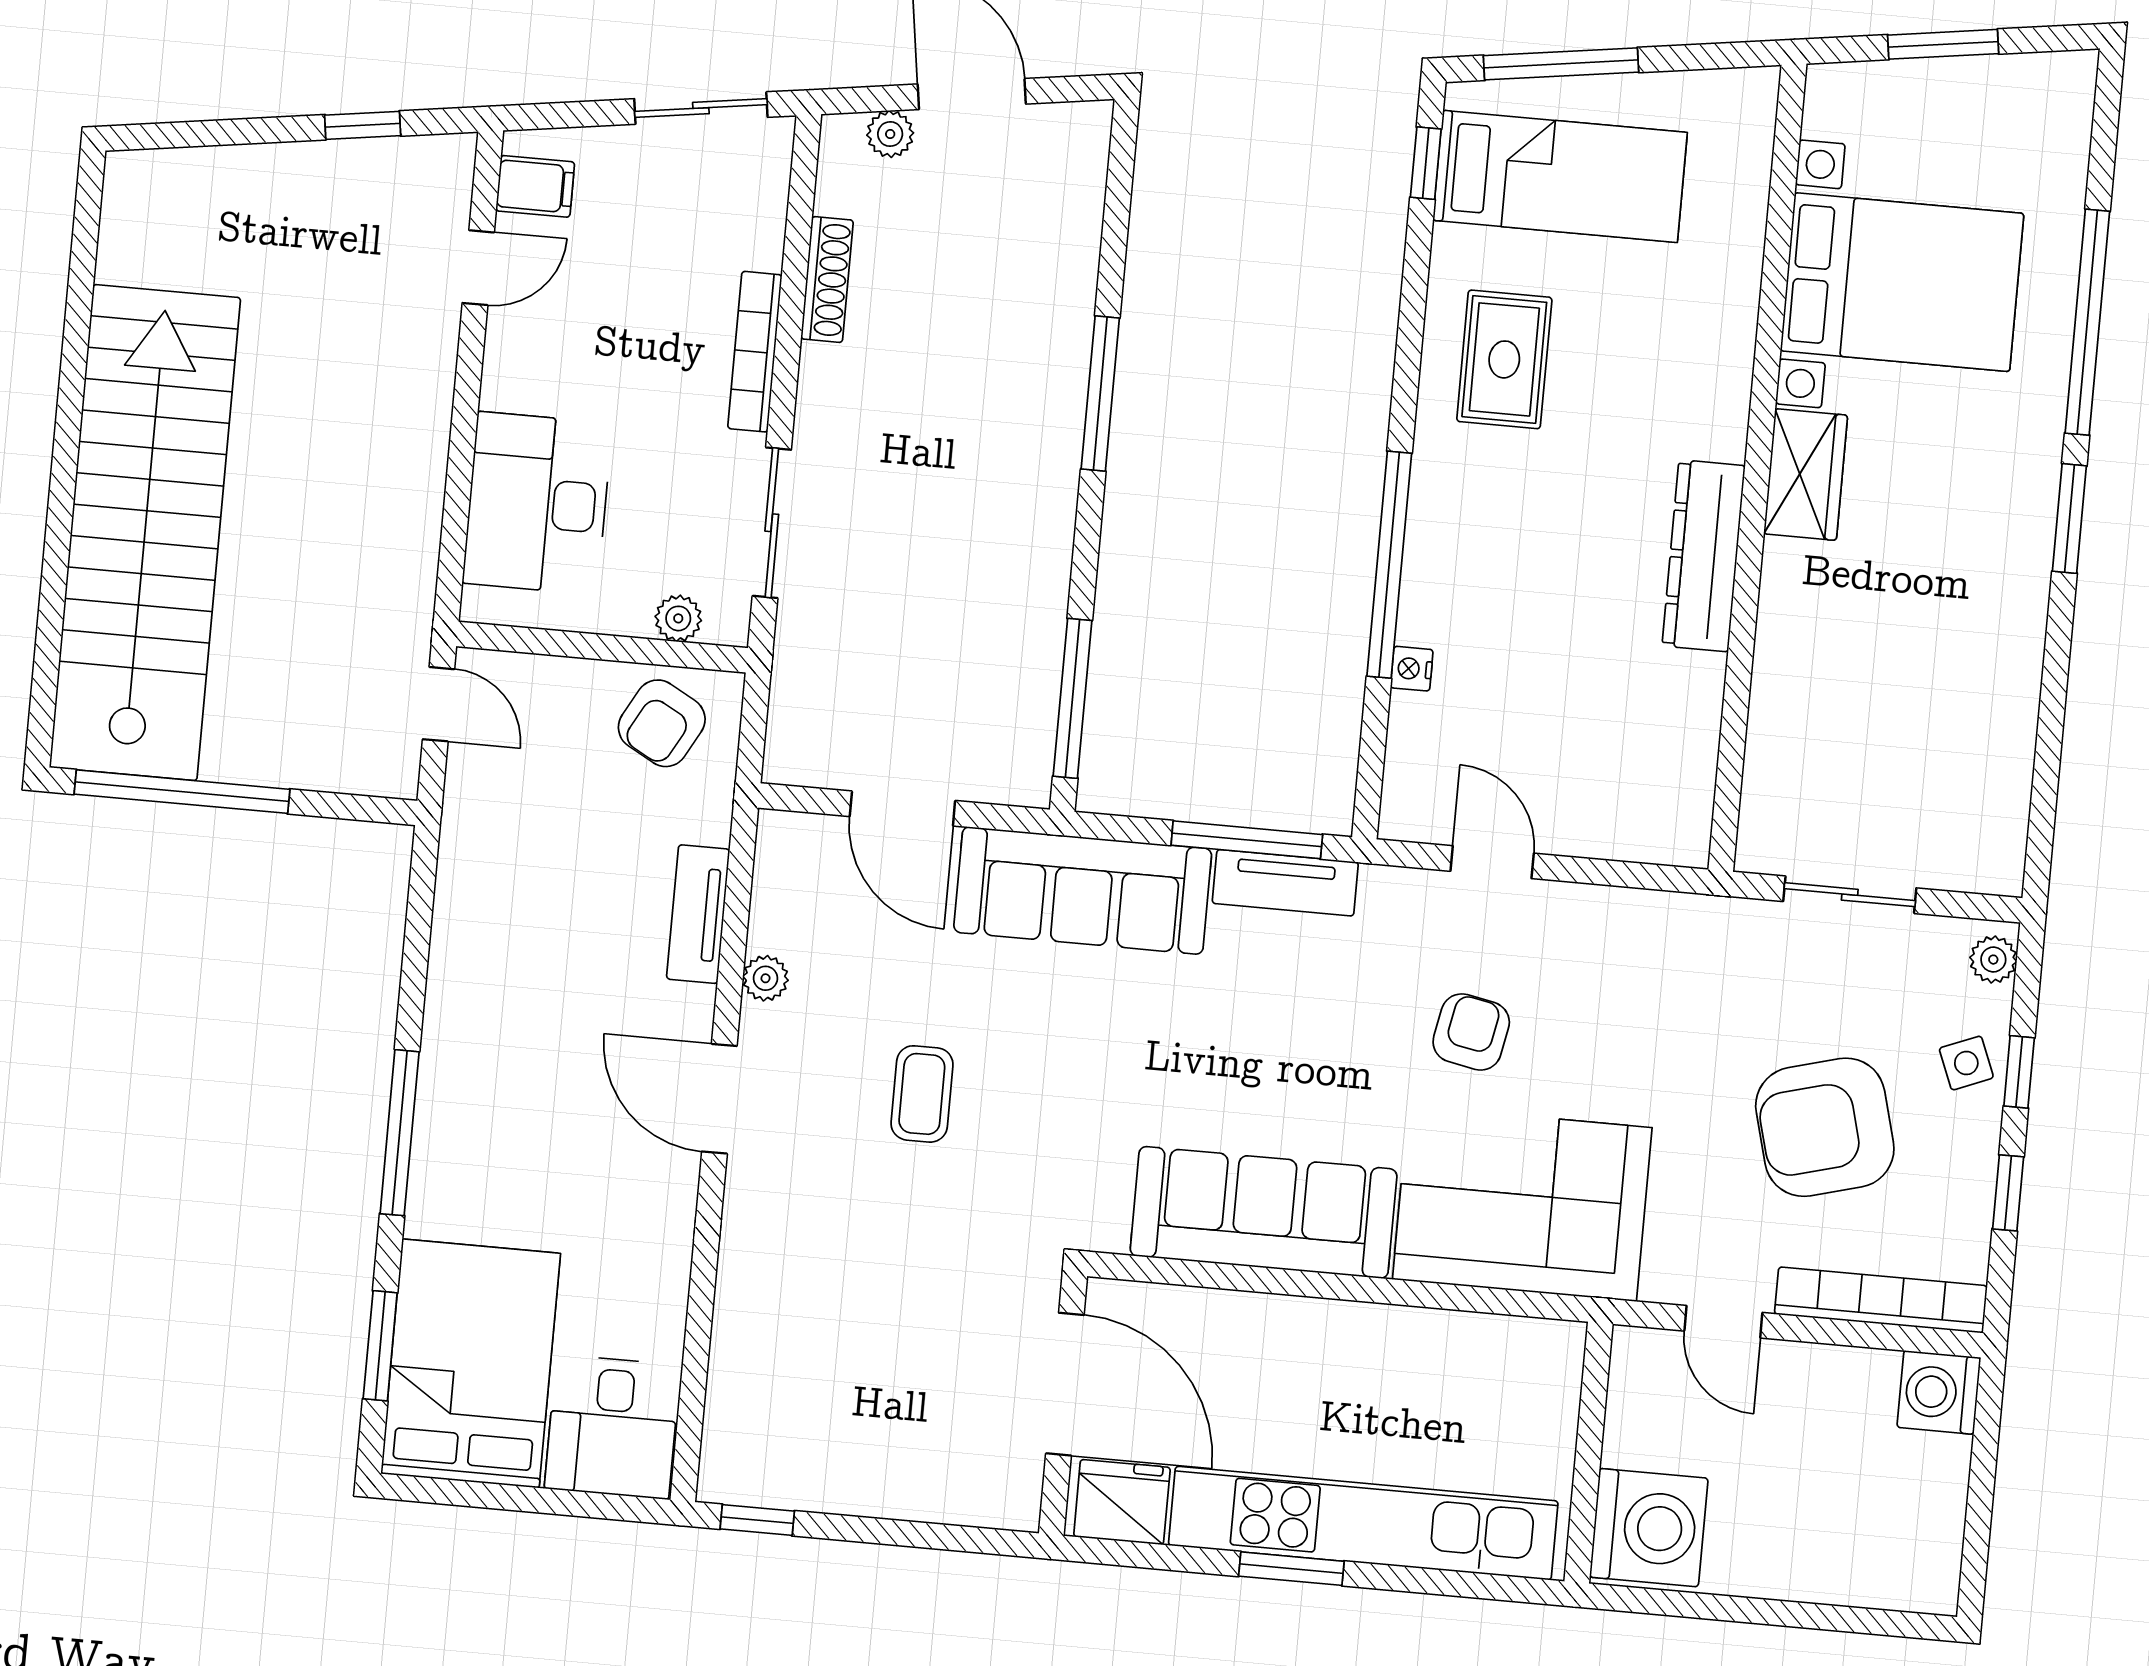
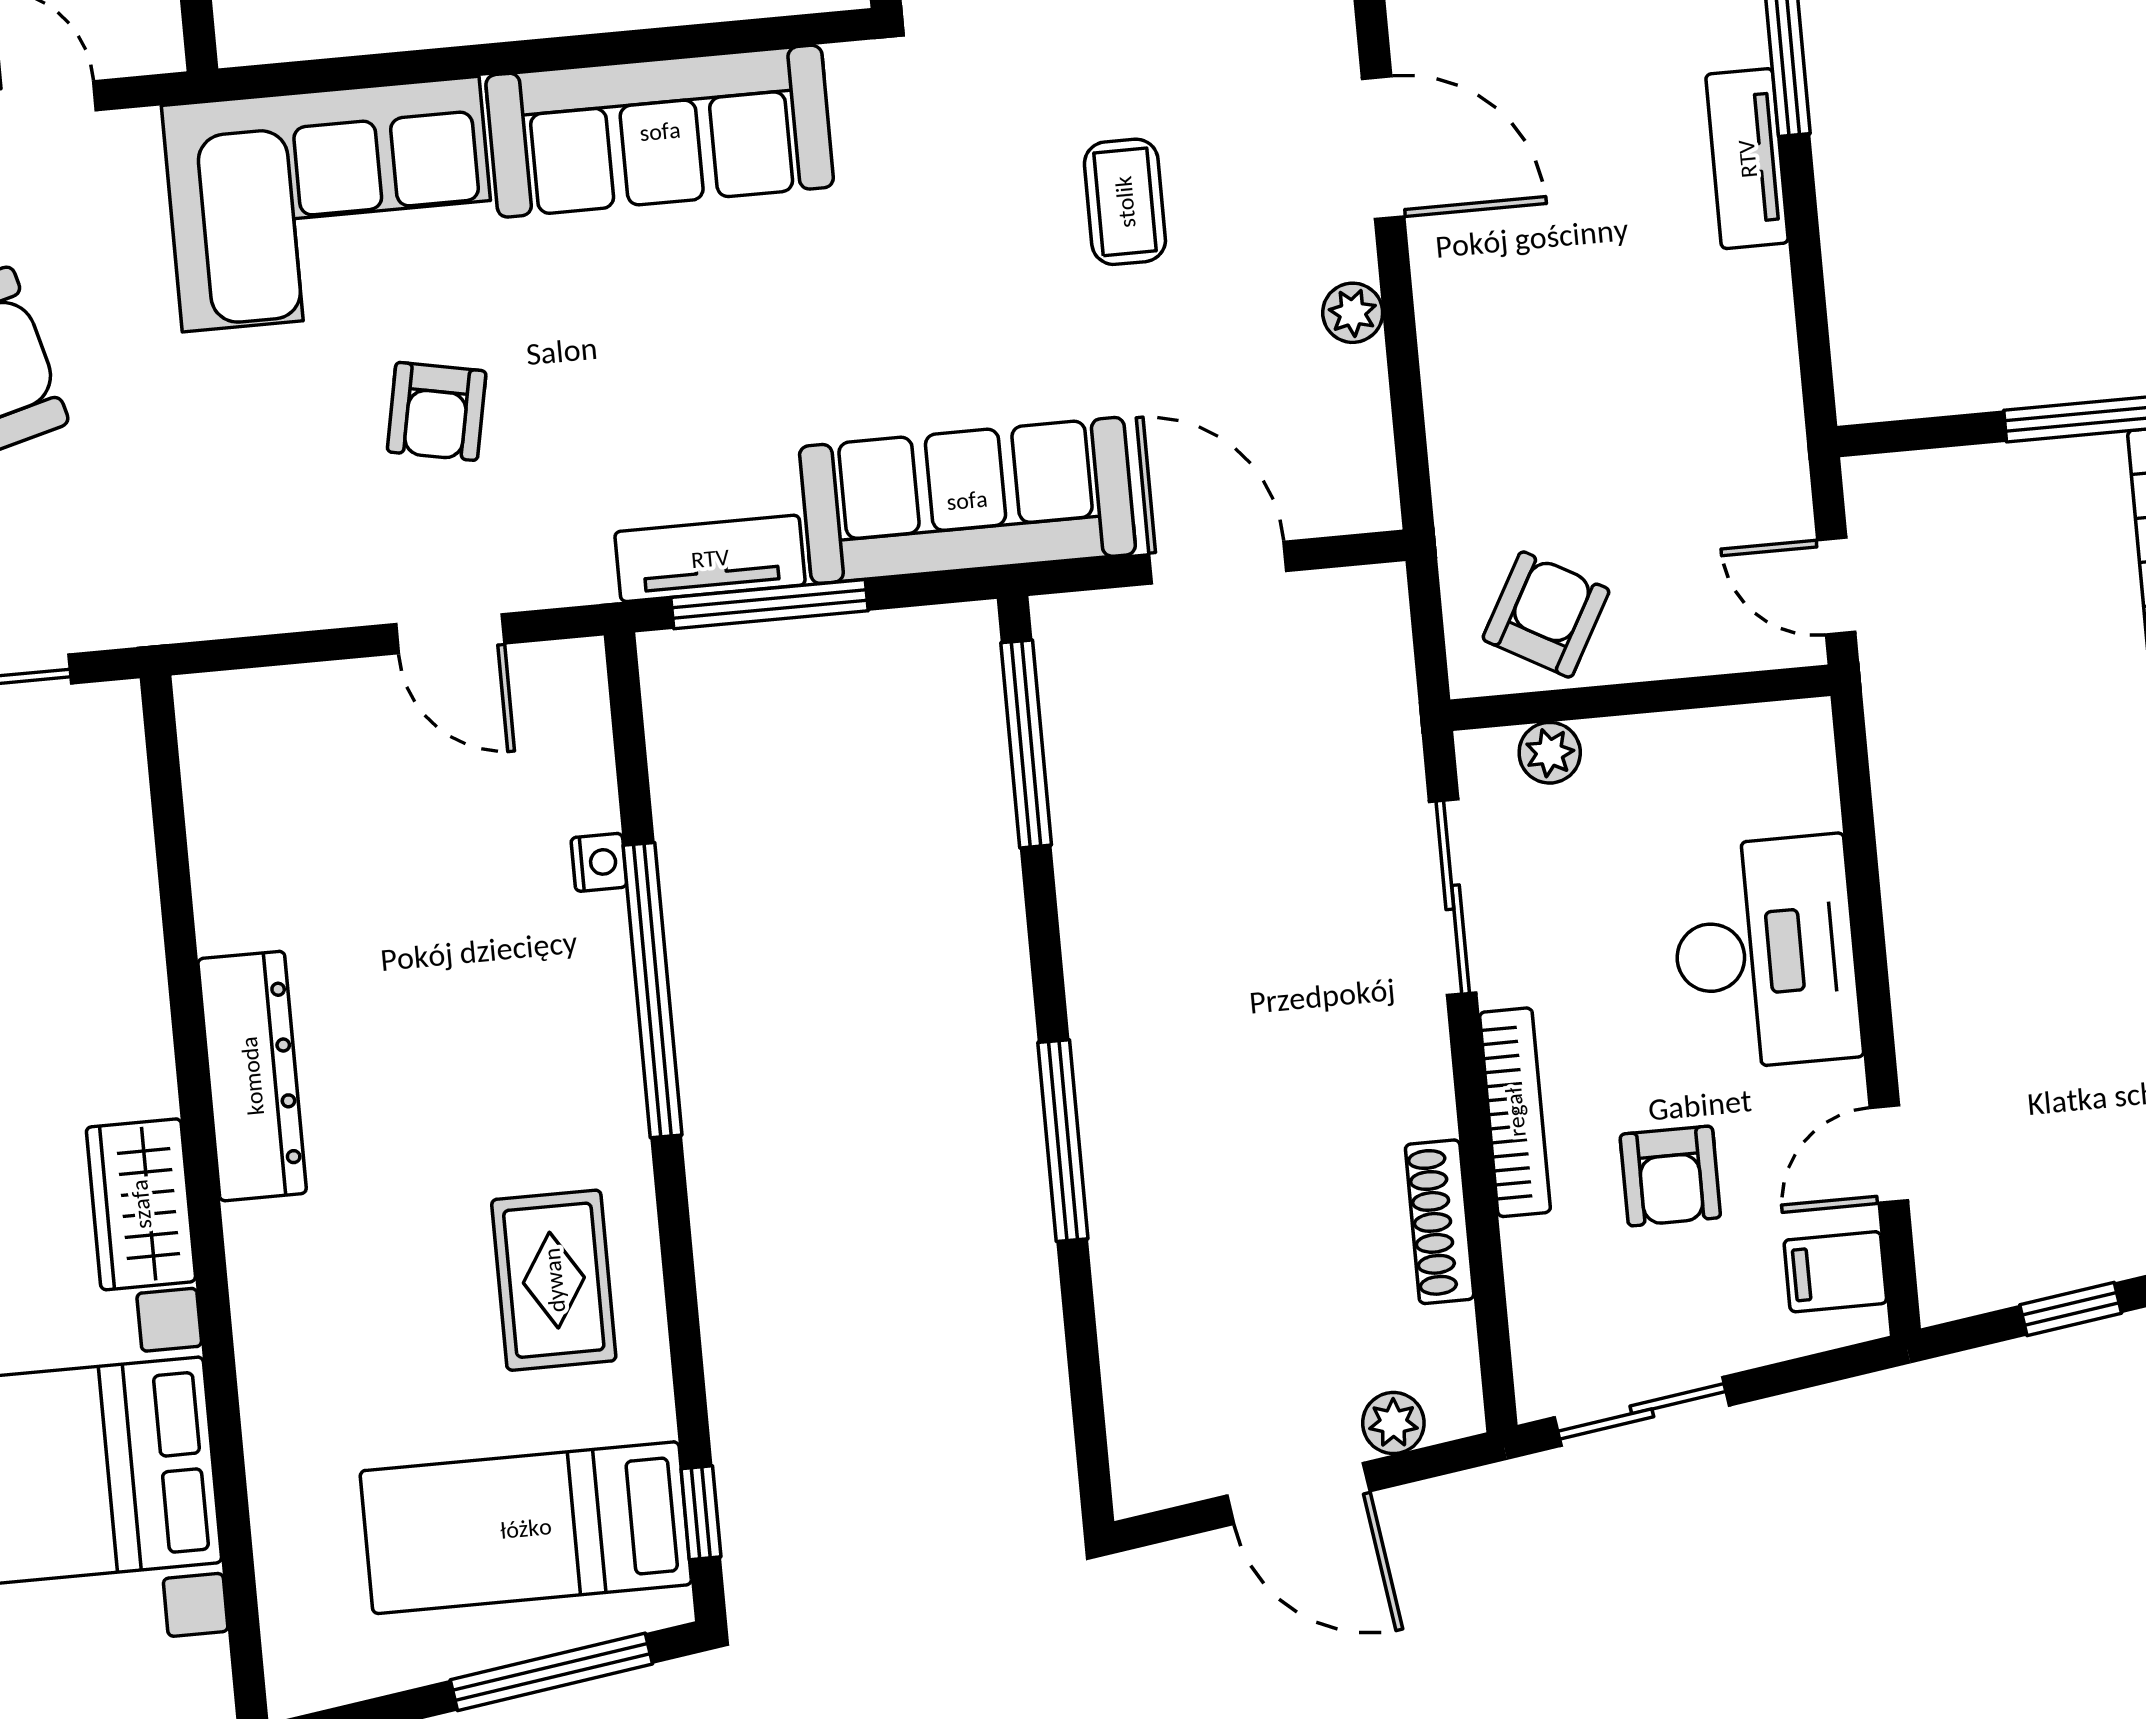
armchair: (646, 282) -> (1670, 1176), added
desk: (537, 503) -> (1766, 953), moved
tv unit: (698, 914) -> (1747, 159), moved, turned 180

